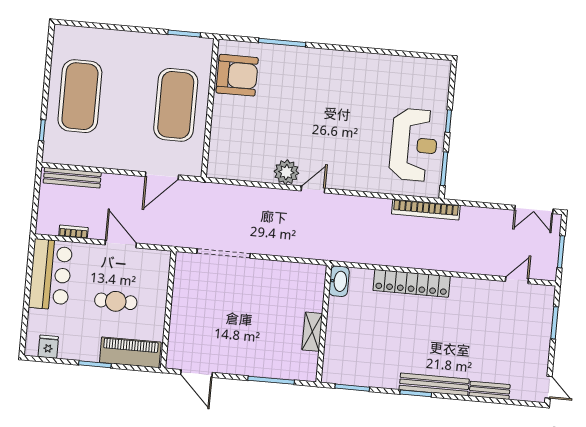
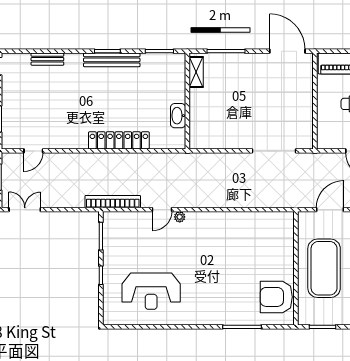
reception desk: (414, 145) -> (151, 291), moved, turned -90
plant: (286, 172) -> (180, 217), moved, width x0.53, depth x0.53
door: (313, 189) -> (162, 210), moved
washbasin: (339, 281) -> (178, 116), moved
shelving: (312, 332) -> (196, 72), moved
door: (196, 373) -> (287, 51), width x1.36
bench: (434, 384) -> (112, 60), moved

